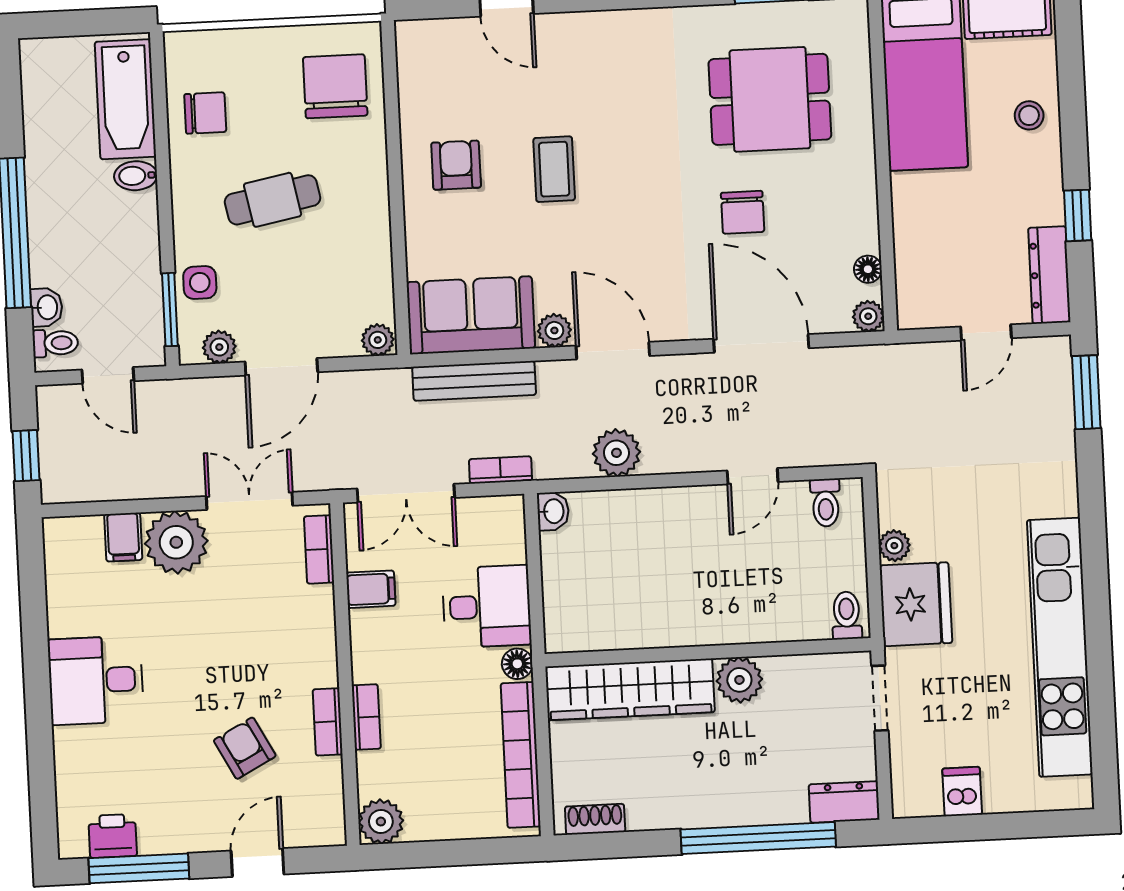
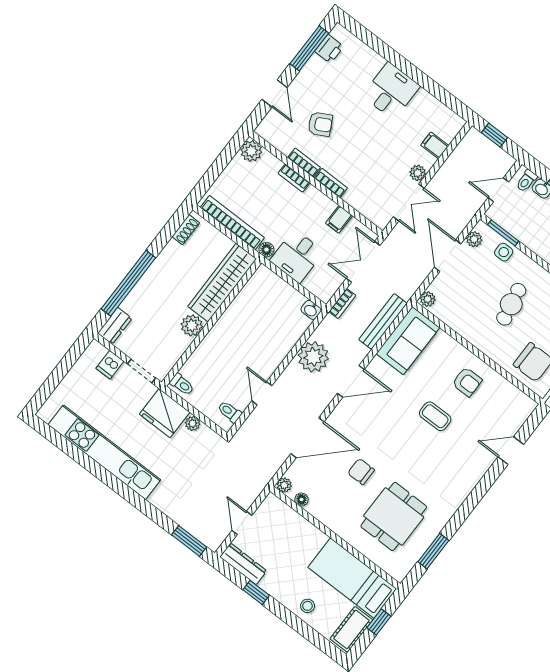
plant: (554, 330) -> (376, 366), removed
plant: (616, 453) -> (313, 357), width x1.36, depth x1.36
plant: (176, 542) -> (418, 173), width x0.53, depth x0.53
bookcase: (319, 549) -> (331, 183), moved
dishwasher: (962, 792) -> (110, 365), moved, turned 90

